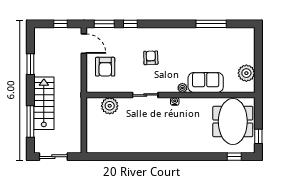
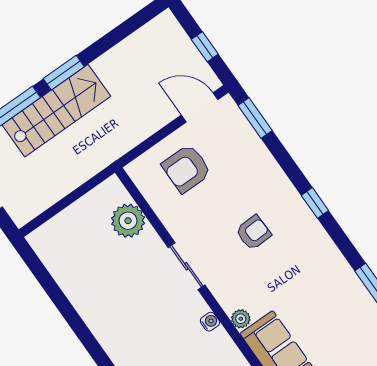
window: (130, 24) -> (315, 203), moved
door: (84, 44) -> (200, 107), swing flipped
window: (30, 64) -> (64, 73), moved

